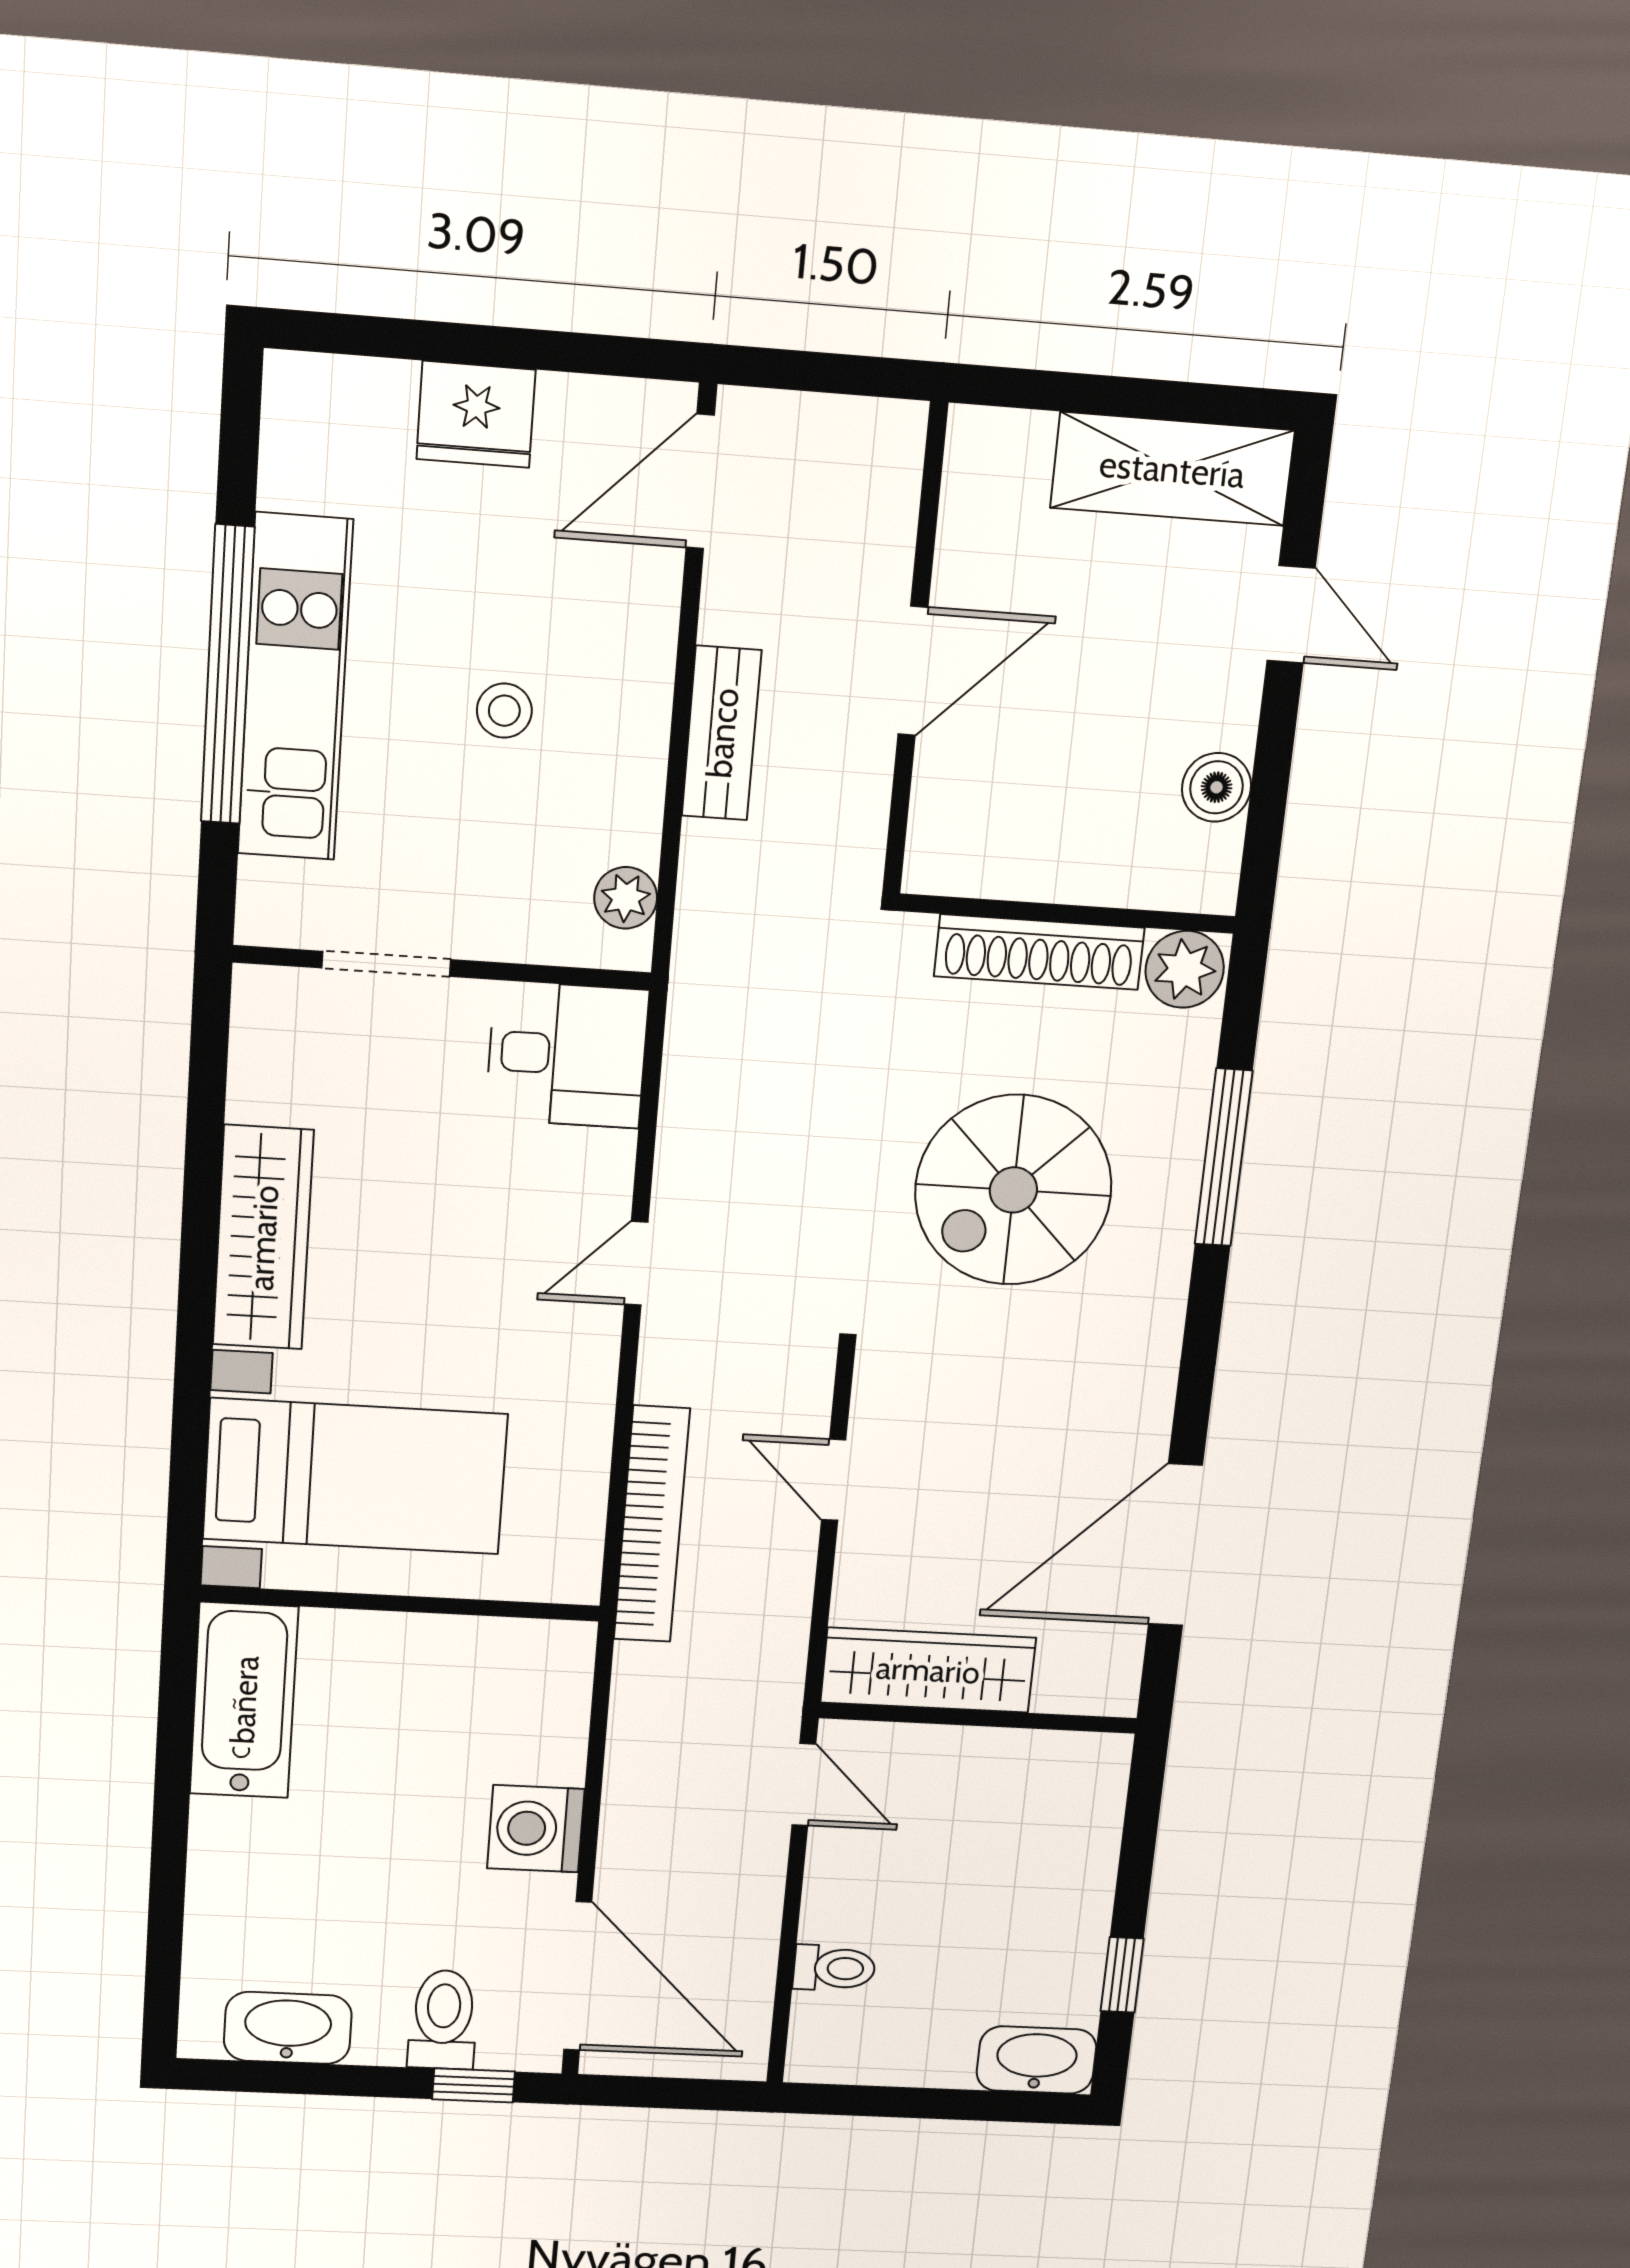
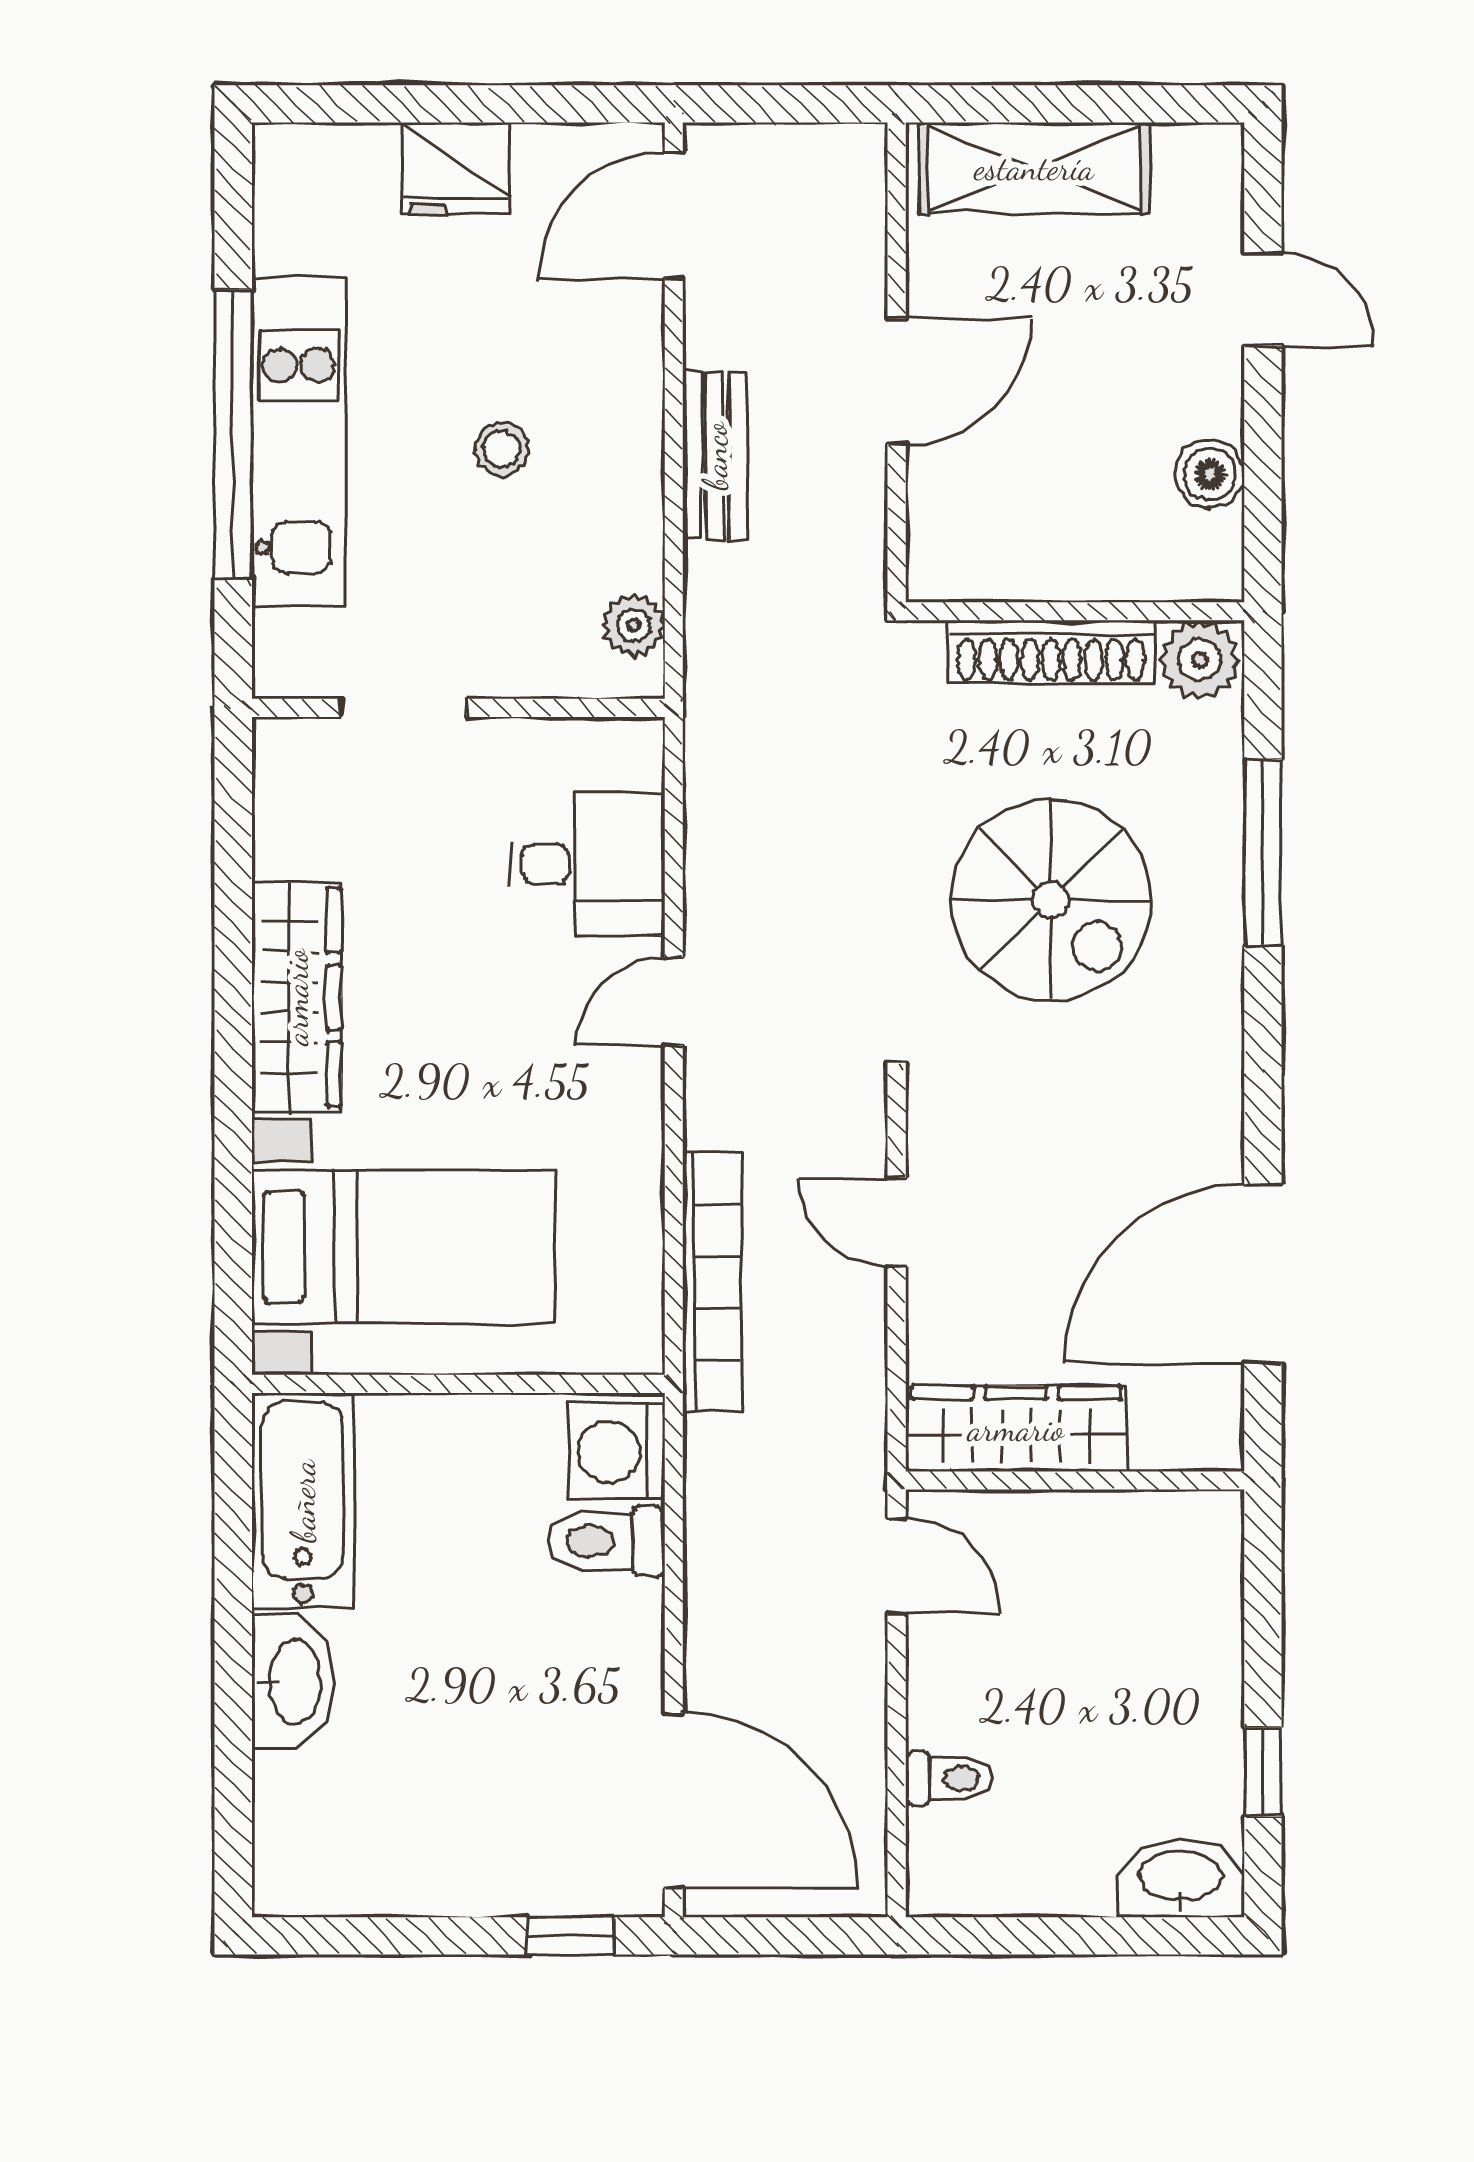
shelving: (1172, 469) -> (1034, 168), moved
desk: (567, 1055) -> (588, 864), moved
spiral stairs: (1013, 1190) -> (1051, 900), turned -90
washing machine: (536, 1829) -> (617, 1452), moved
toilet: (443, 2020) -> (607, 1541), moved, turned -90
washbasin: (288, 2028) -> (293, 1682), moved, turned 90

